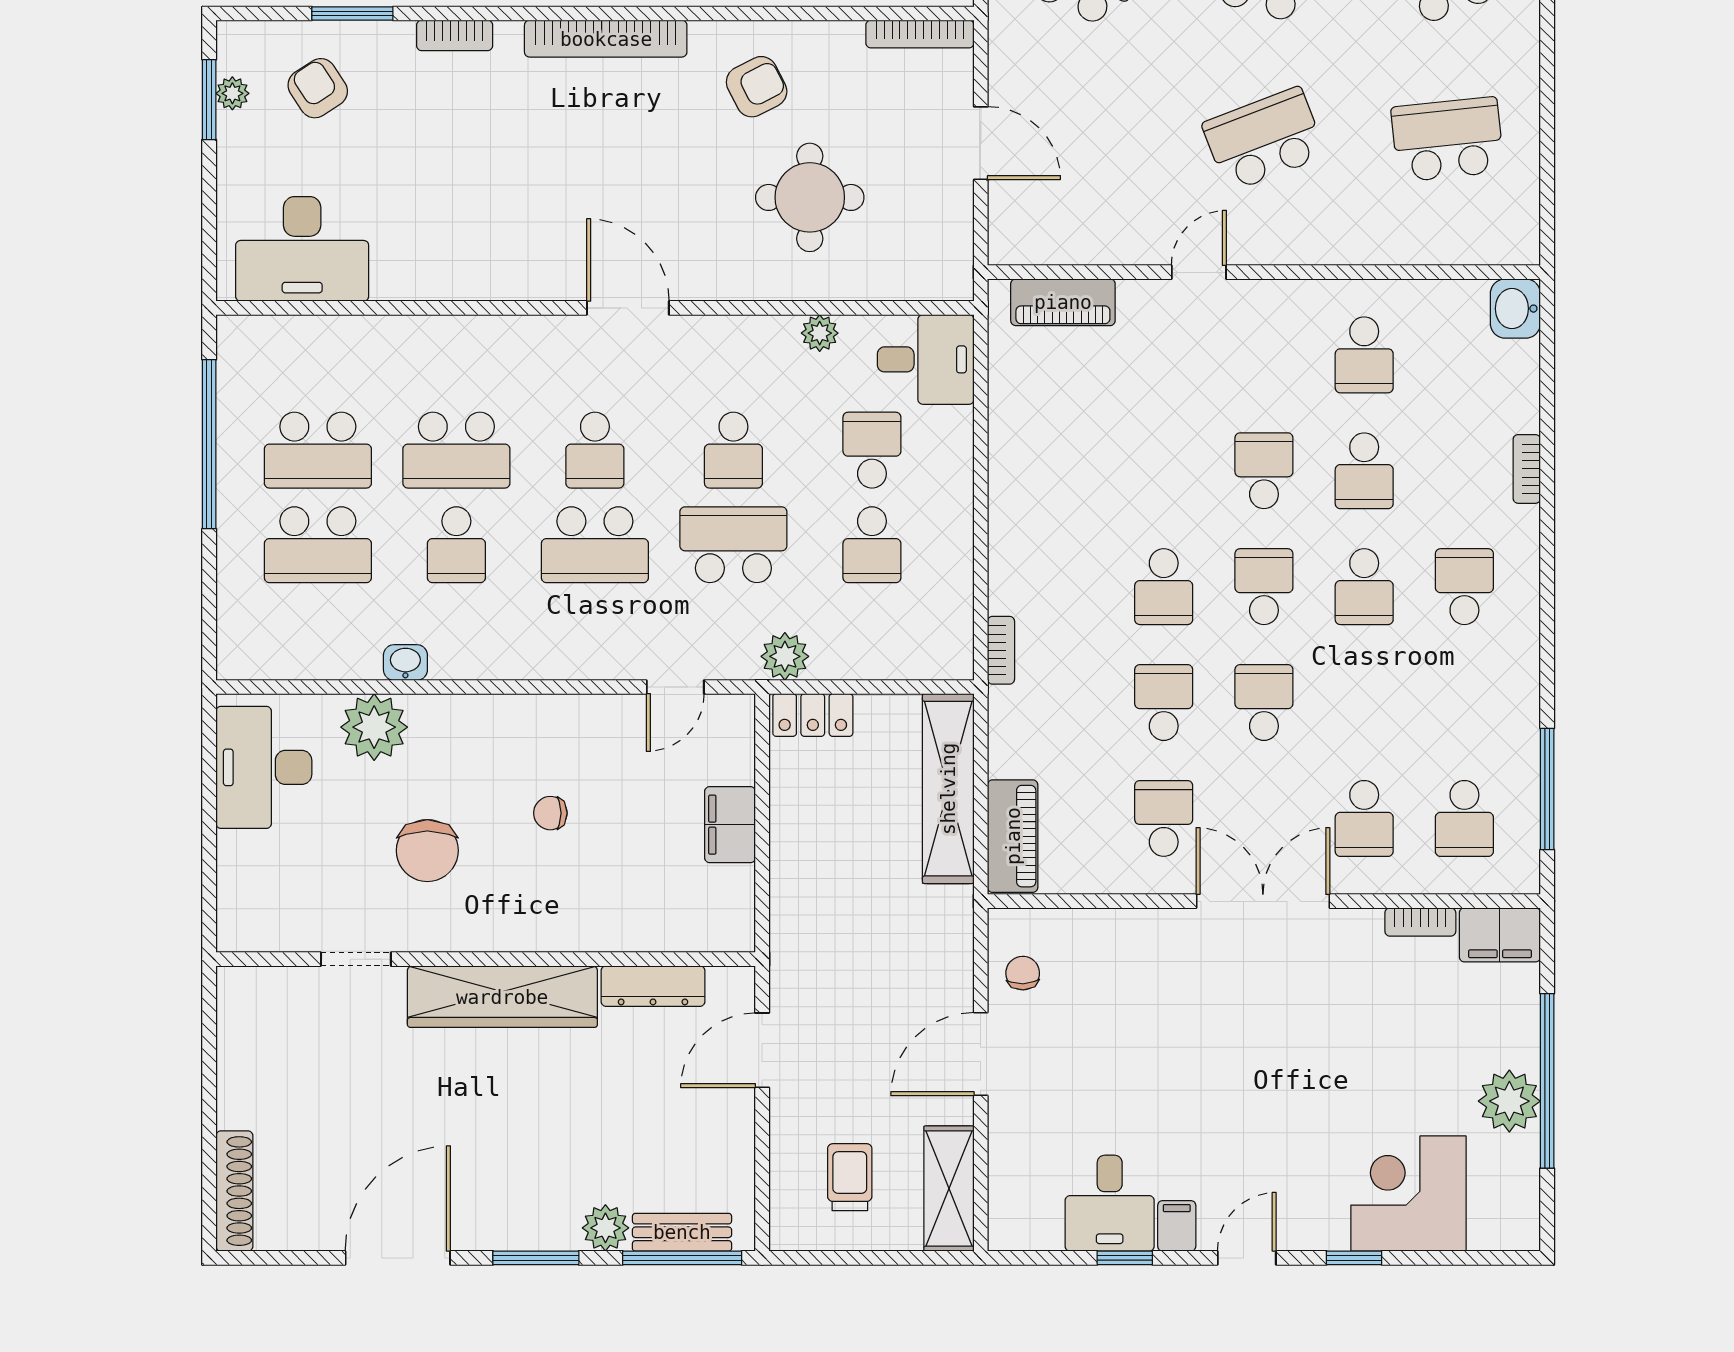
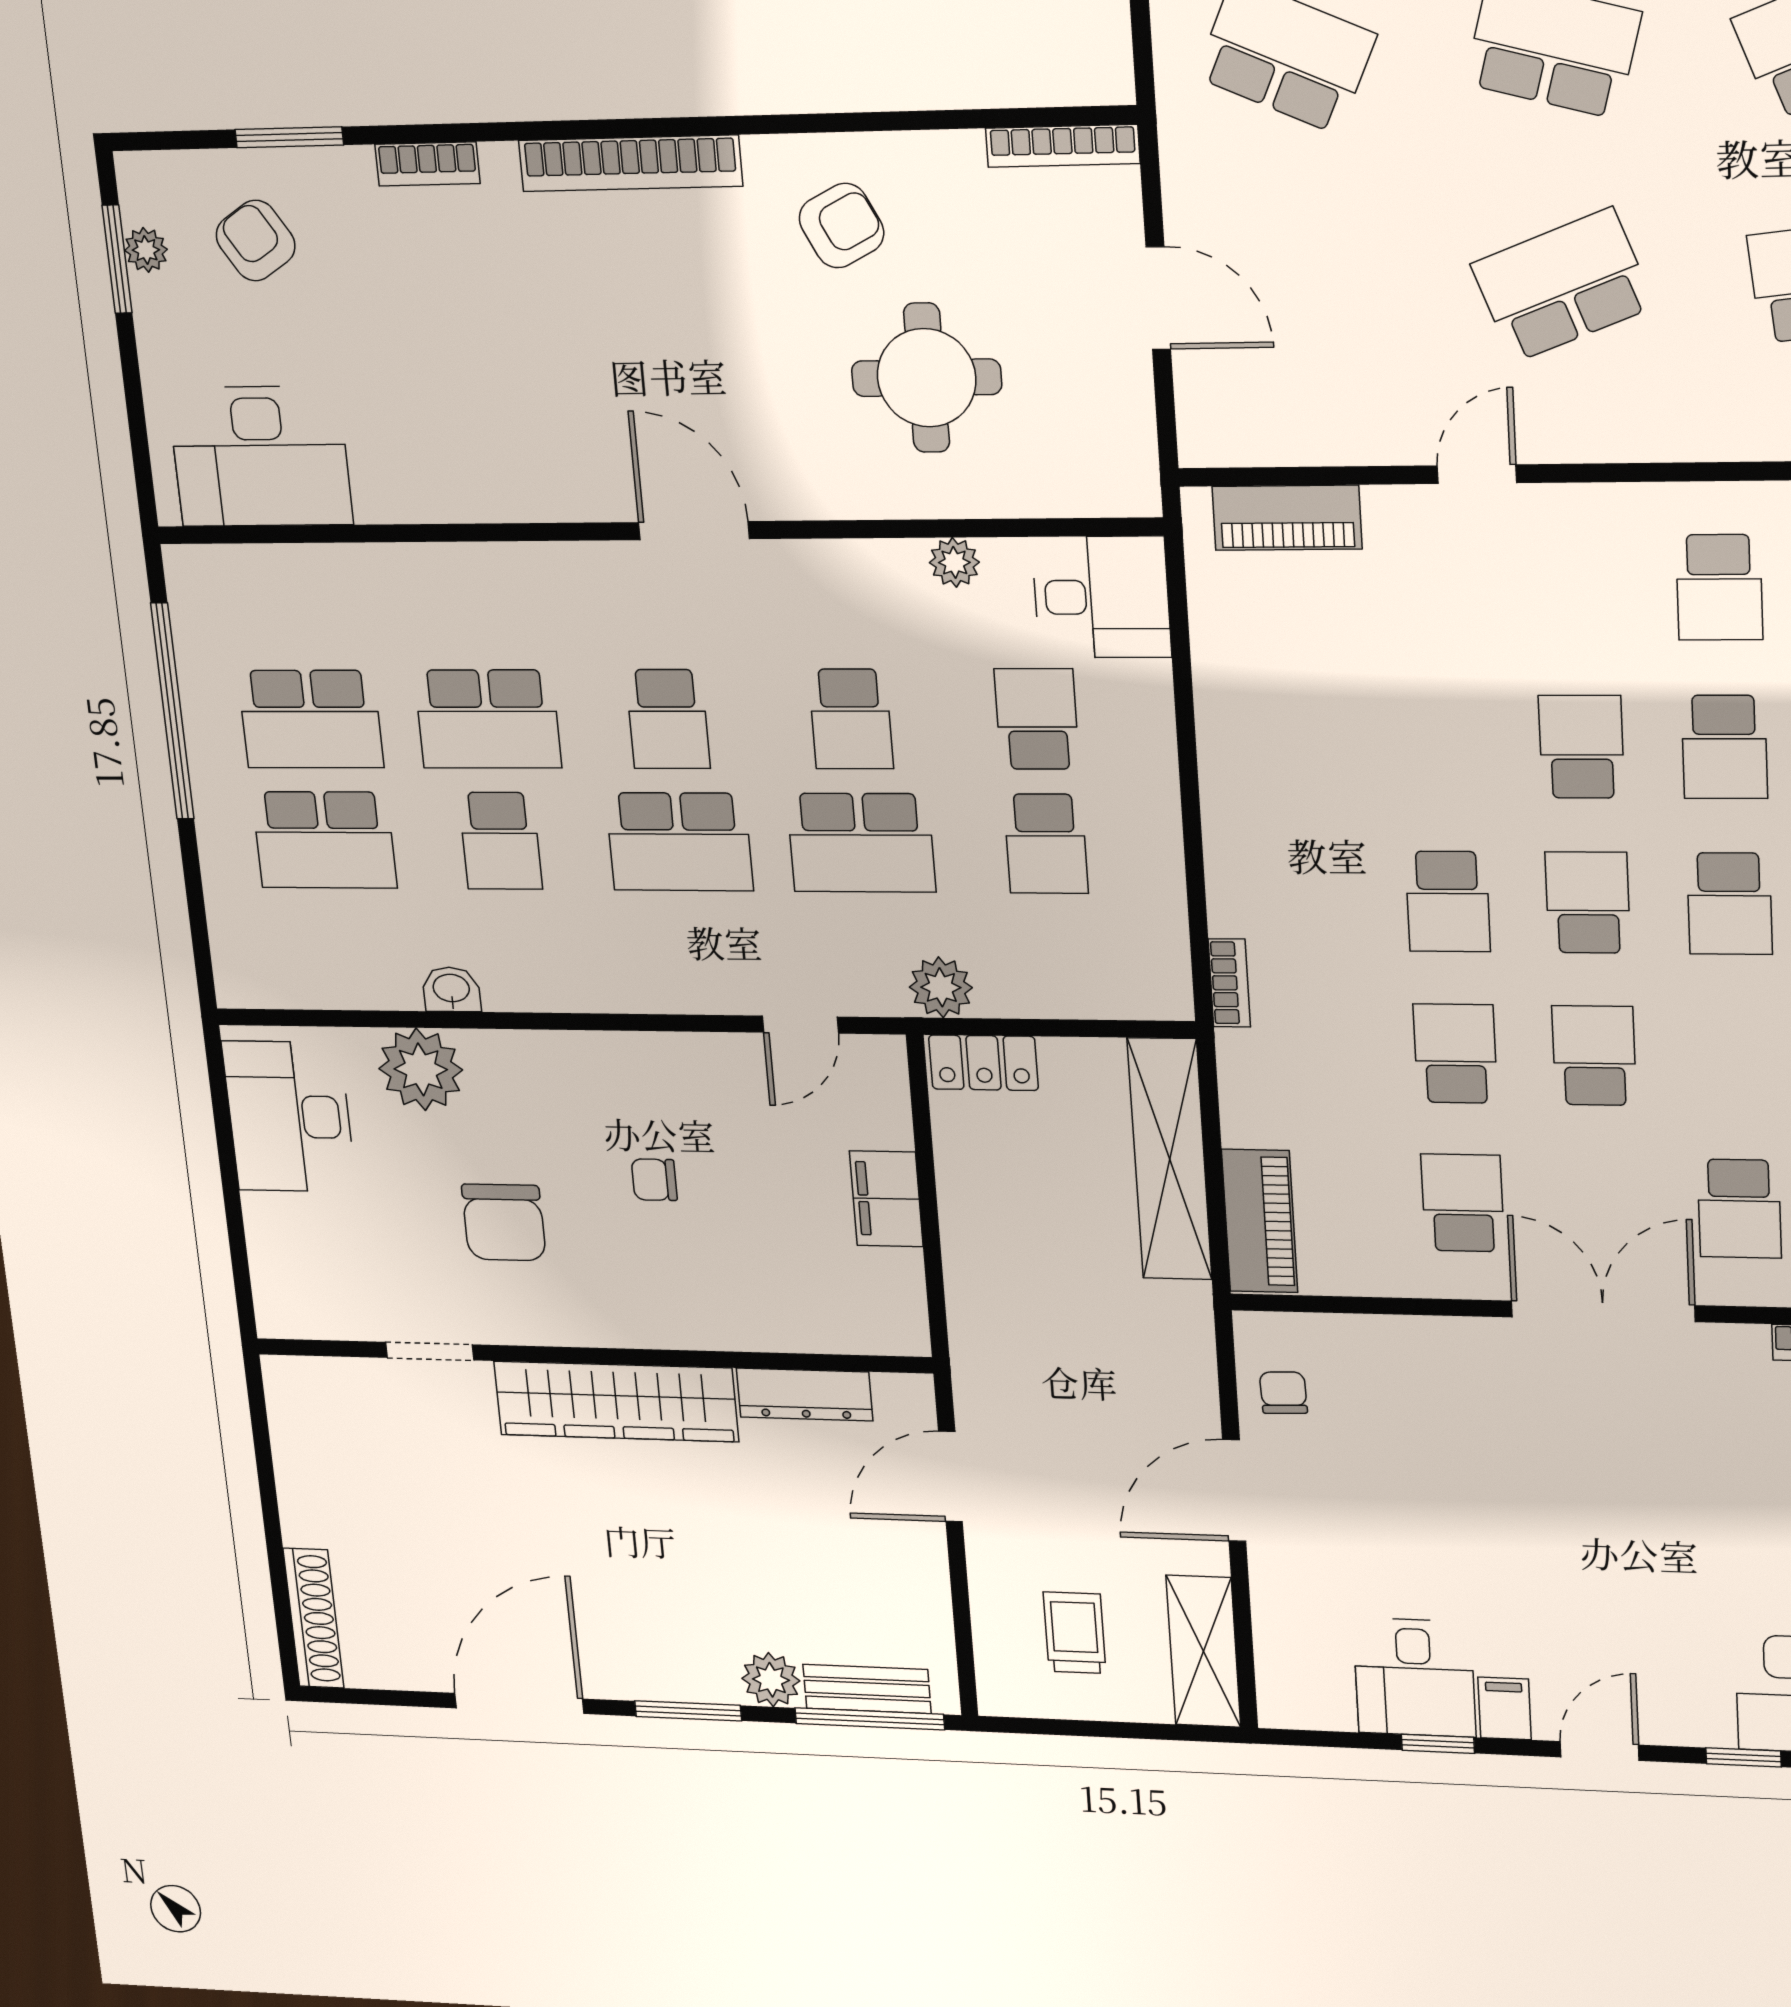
school desk: (733, 545) -> (861, 843), turned 180

